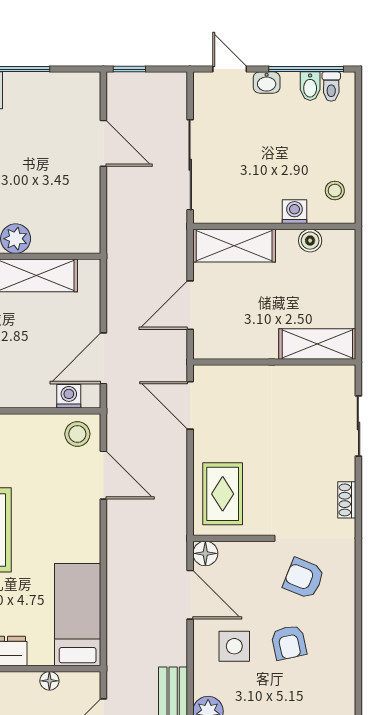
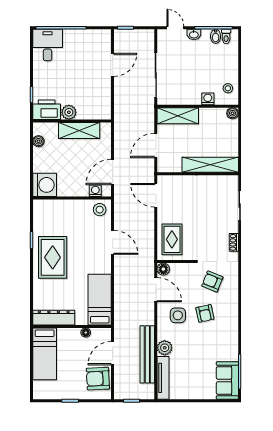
door: (103, 143) -> (113, 65), hinge flipped
boiler: (310, 241) -> (233, 113), moved
shelving: (317, 344) -> (210, 165), width x1.47
door: (103, 475) -> (113, 242), moved

